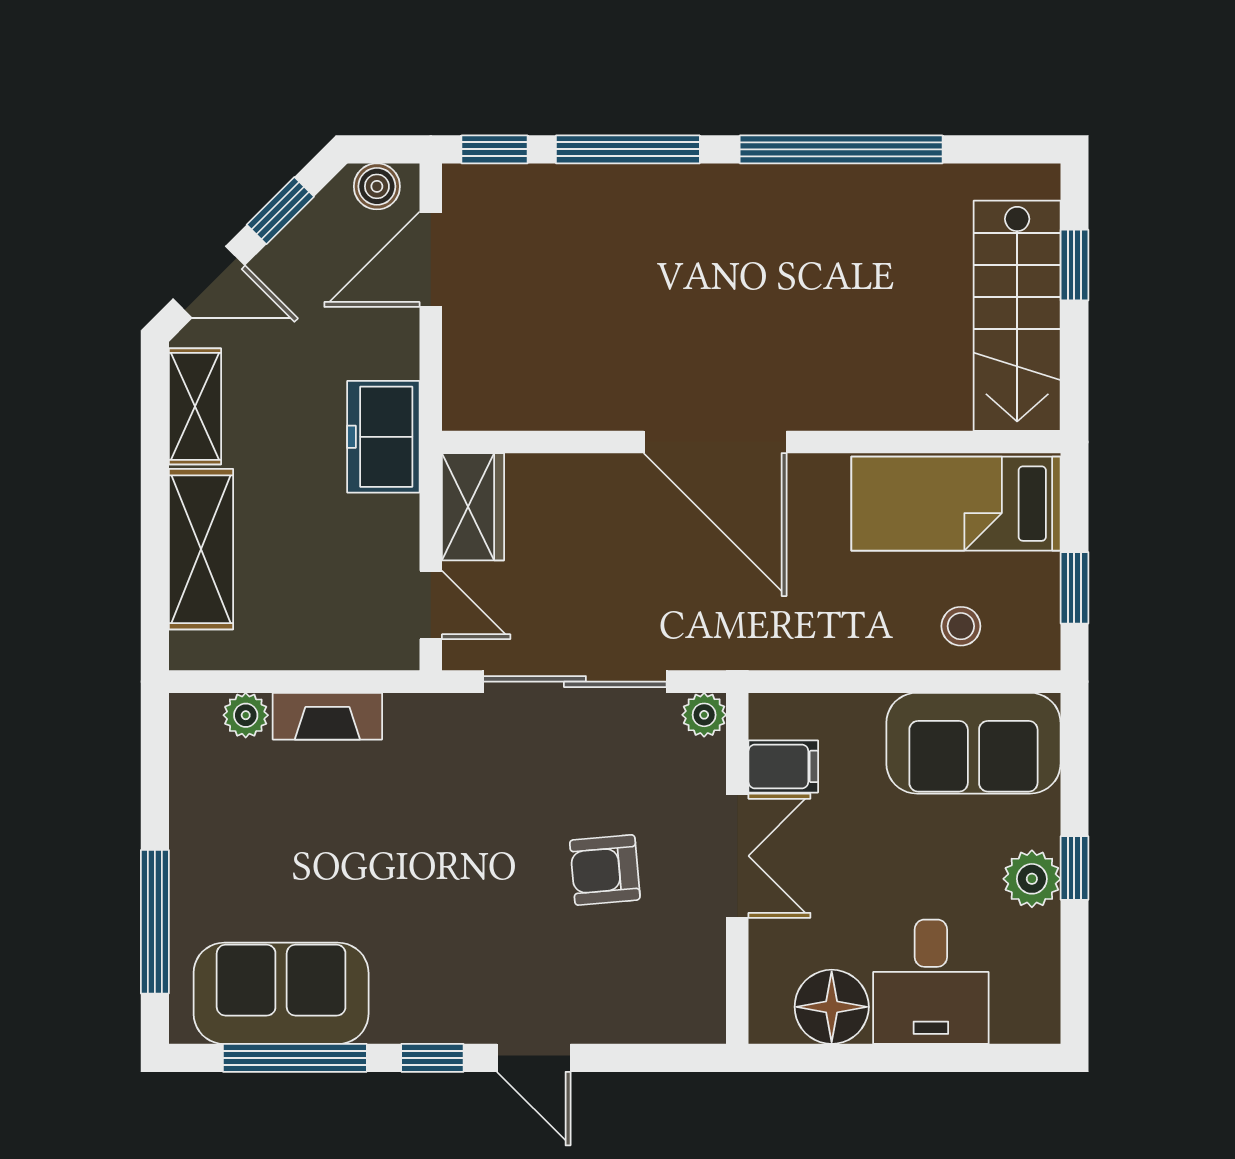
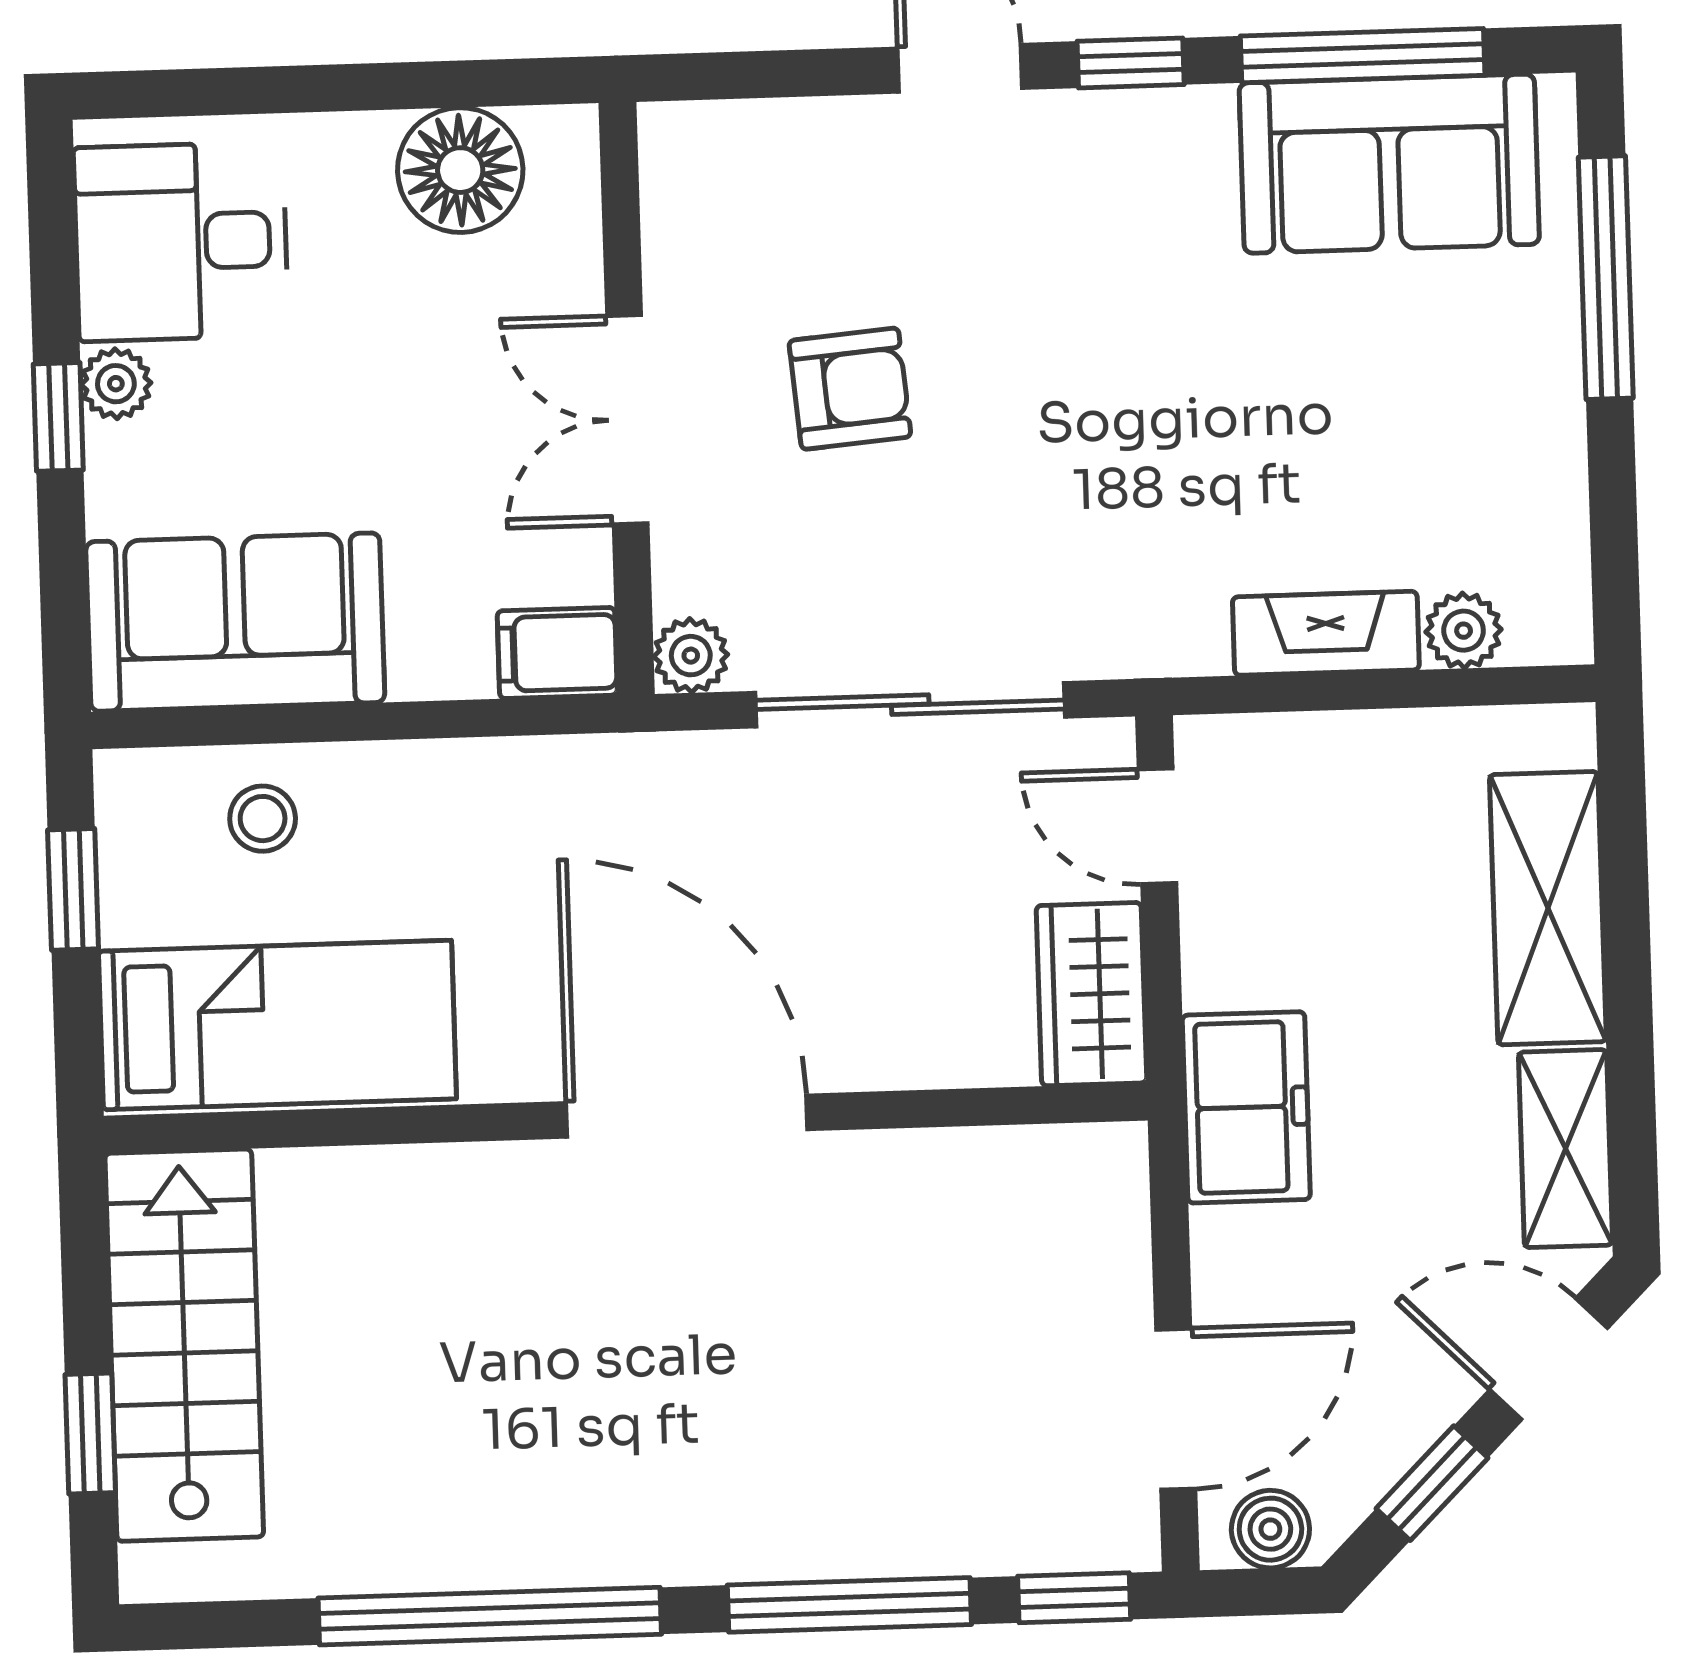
filing cabinet: (783, 766) -> (557, 653), moved
plant: (1032, 879) -> (116, 384), width x0.73, depth x0.73
desk: (931, 982) -> (181, 242), moved, turned -90

